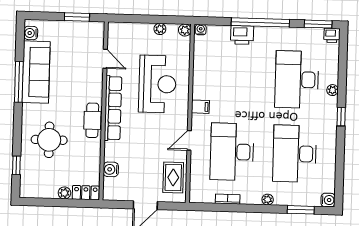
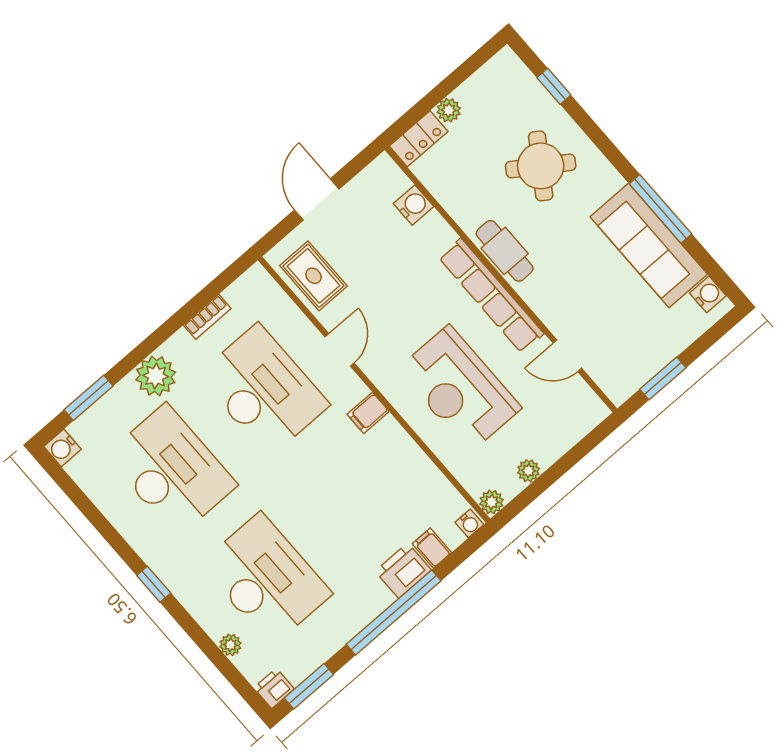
filing cabinet: (223, 33) -> (432, 548), added
plant: (333, 90) -> (230, 645), moved
round table: (49, 140) -> (541, 166), turned 34
plant: (268, 200) -> (156, 376), width x1.87, depth x1.87

